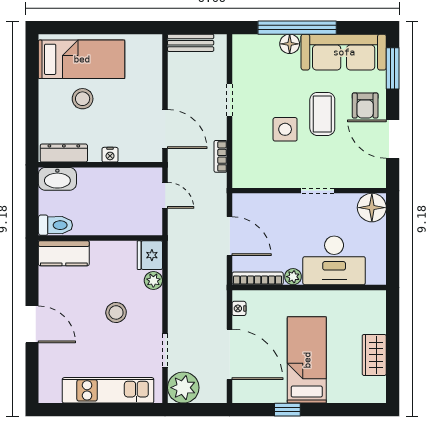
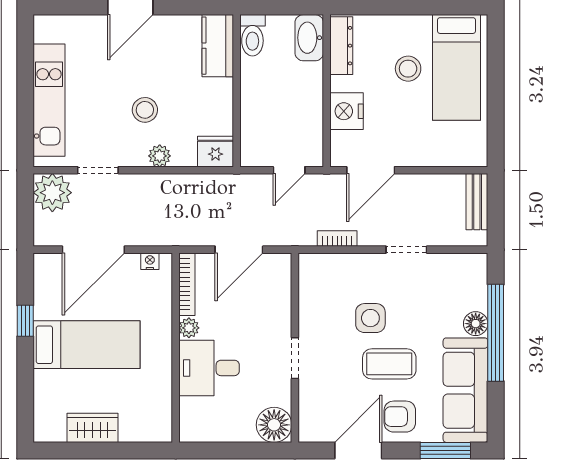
nightstand: (110, 155) -> (346, 111), width x1.89, depth x1.79
desk: (334, 260) -> (209, 368), width x0.73
plant: (153, 280) -> (160, 156), moved

